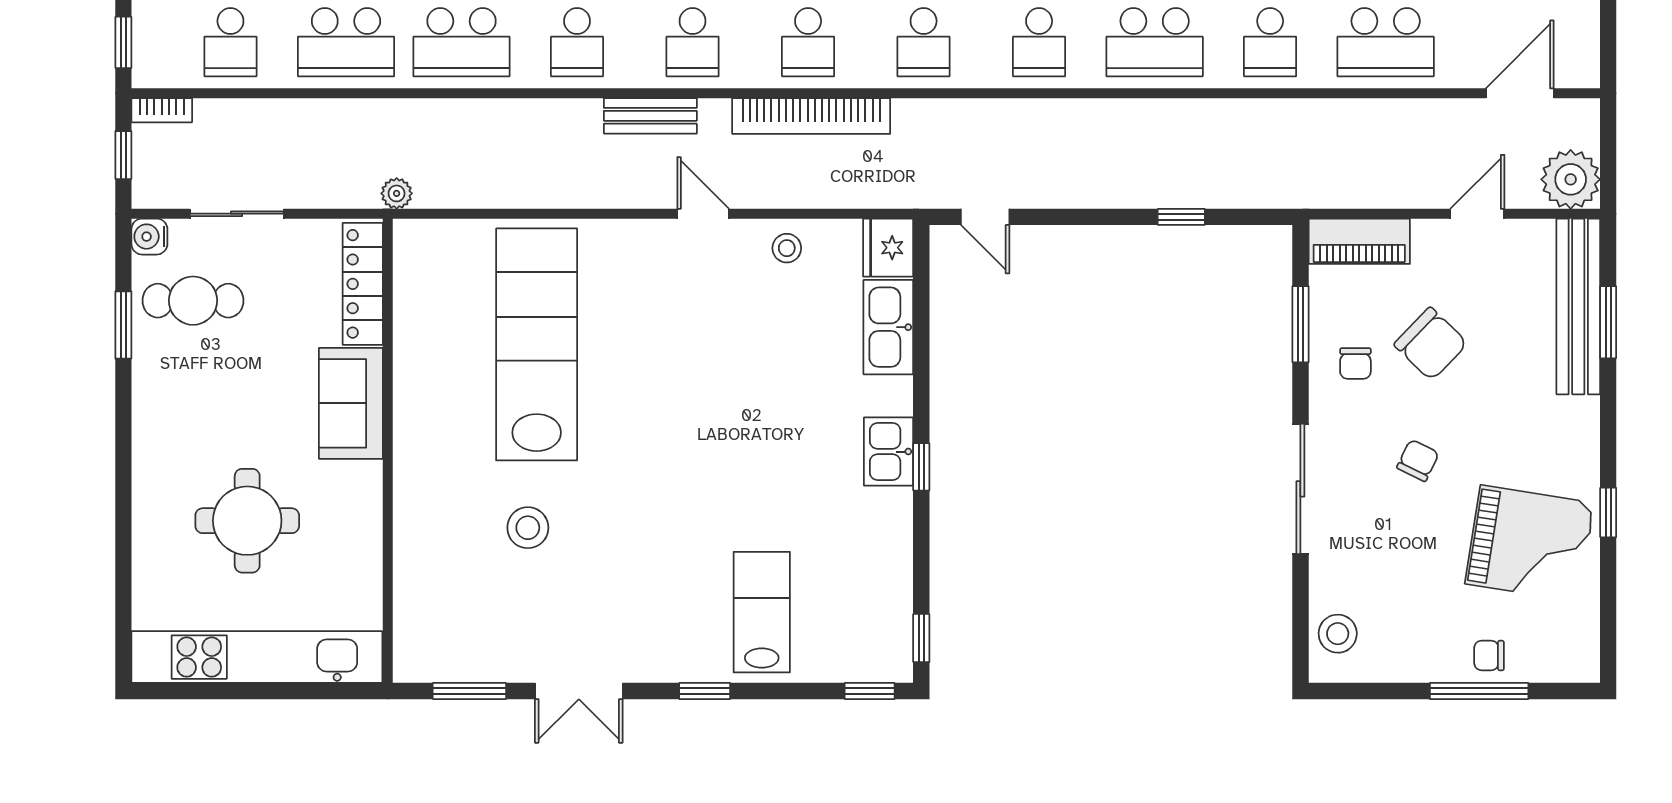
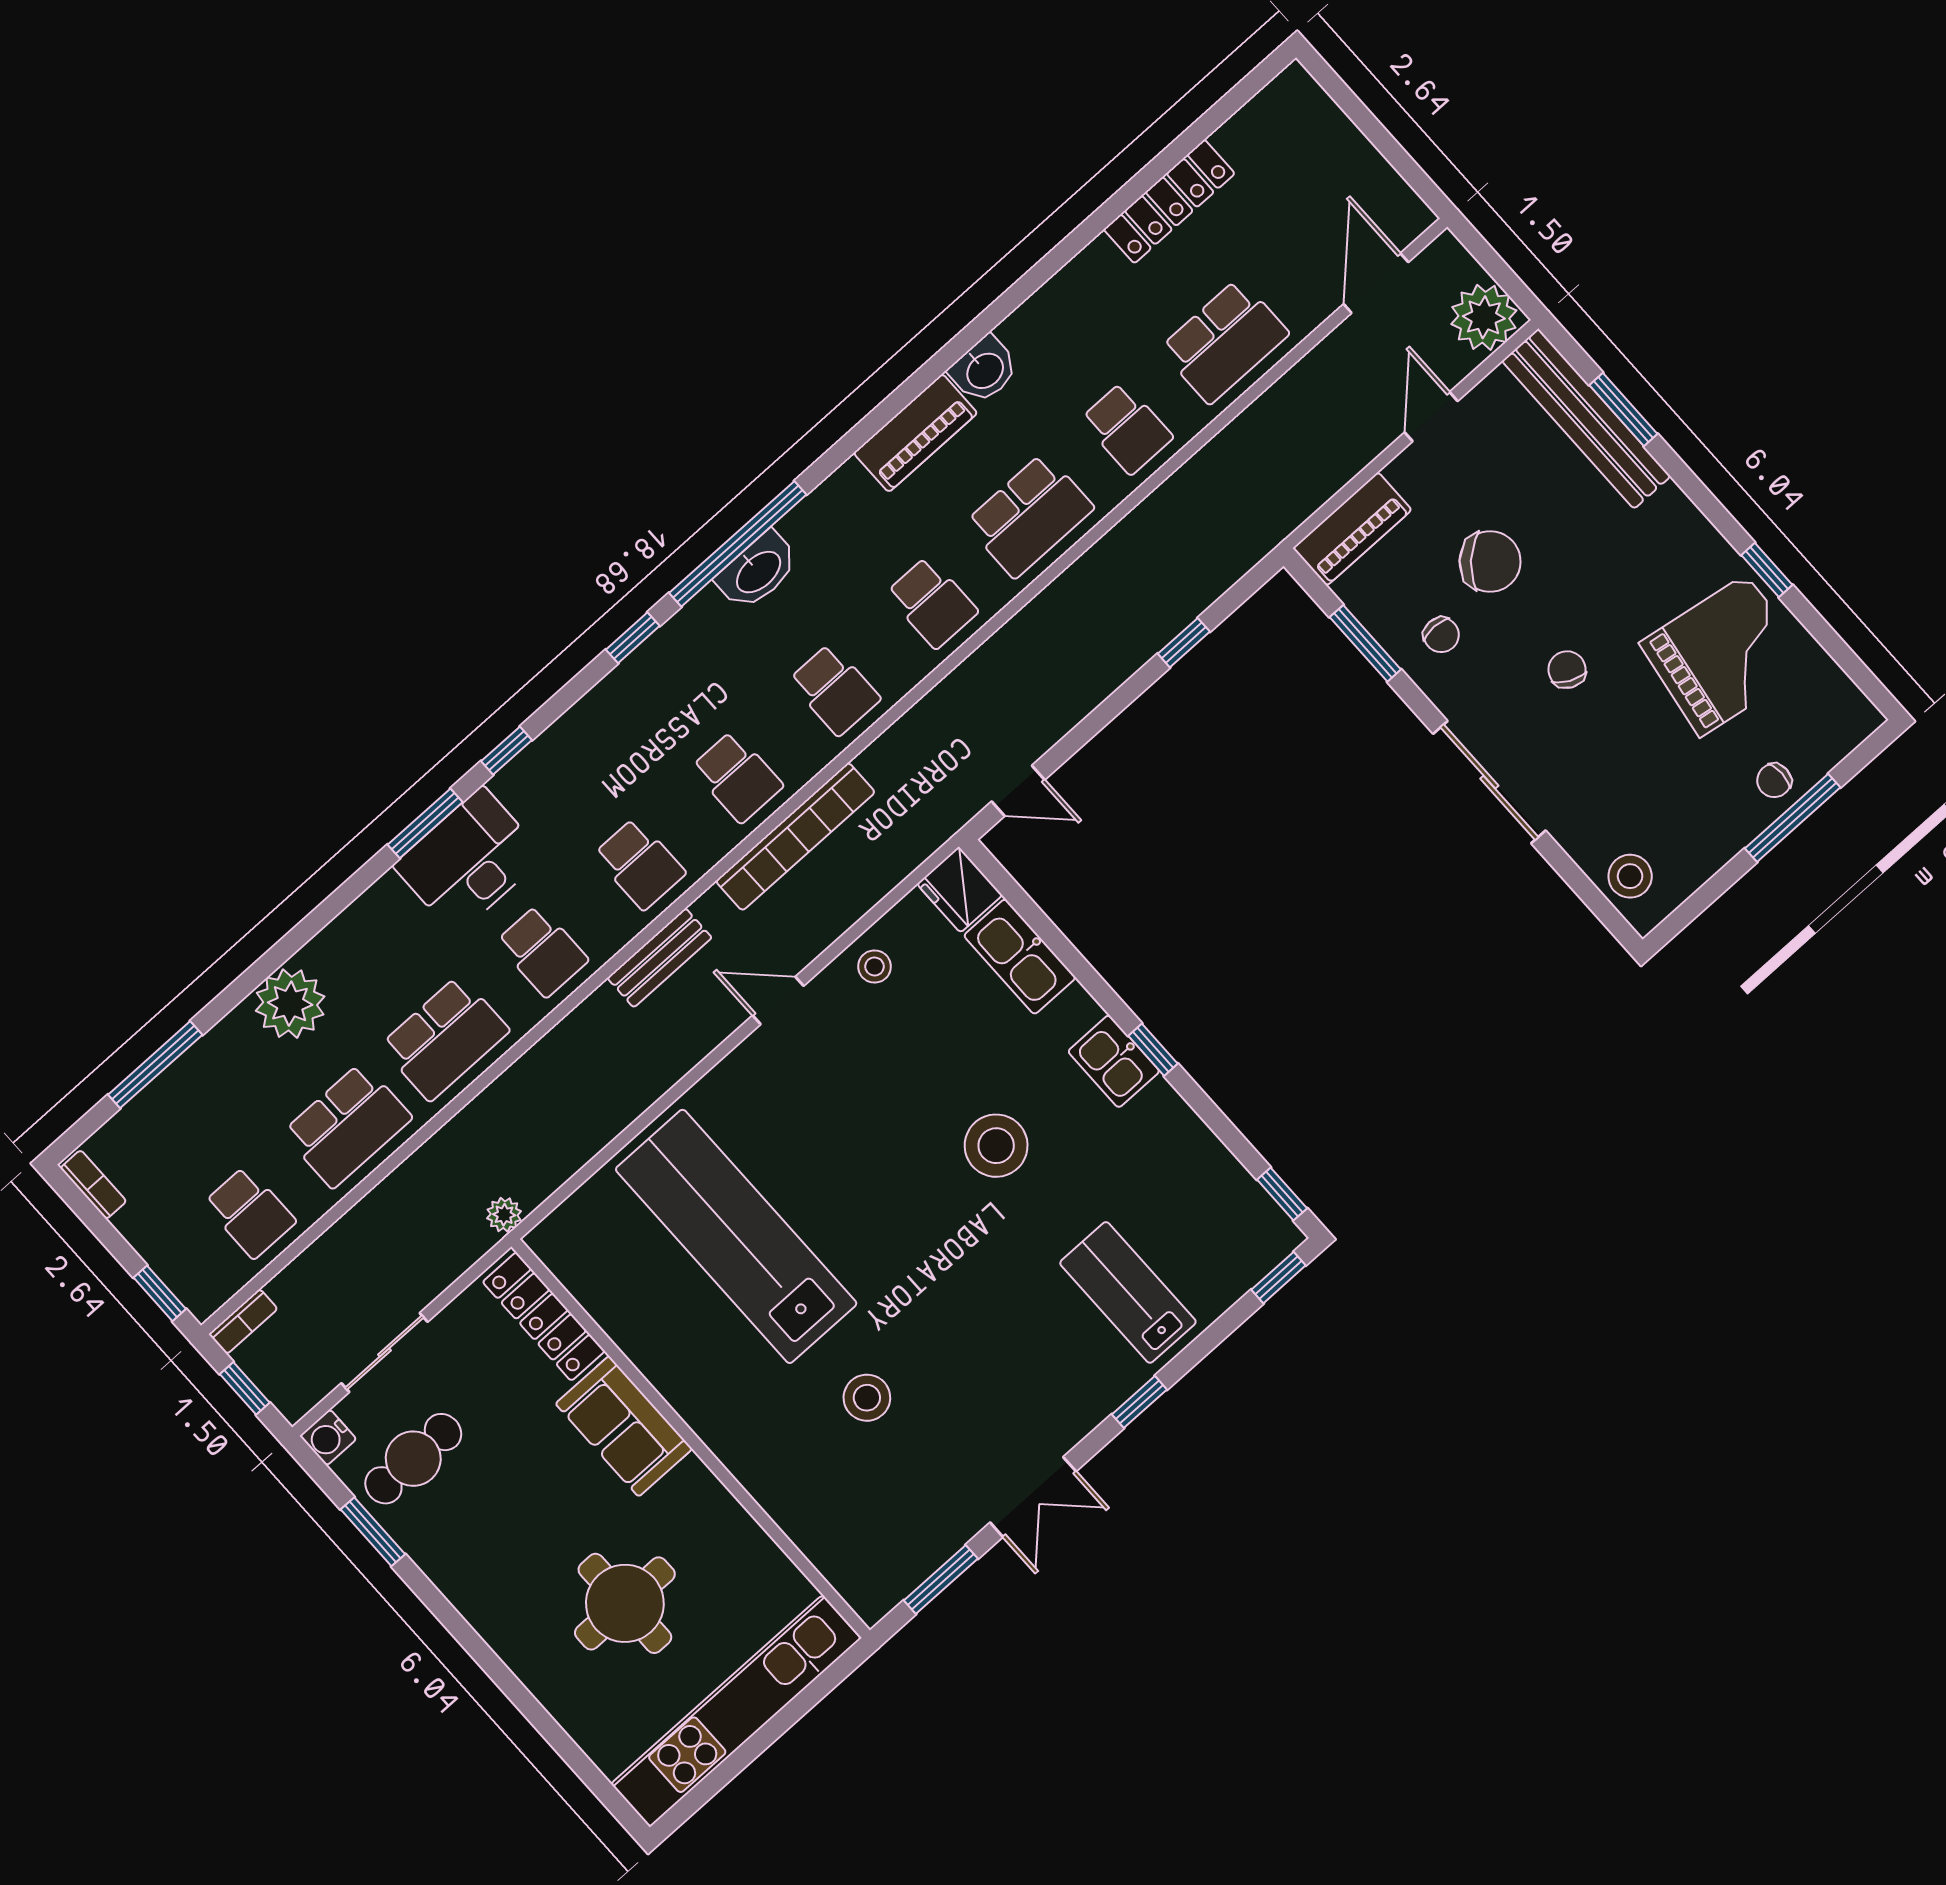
stool: (761, 438) -> (996, 1146), added

